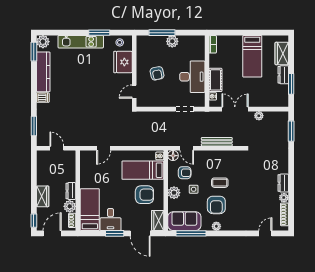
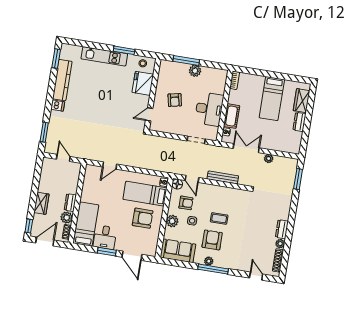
plant: (43, 42) -> (67, 50), removed
window: (291, 84) -> (306, 132), removed
armchair: (216, 205) -> (212, 240), turned 180
wardrobe: (158, 220) -> (151, 246), removed
window: (191, 233) -> (213, 269), moved
door: (265, 233) -> (256, 276), hinge flipped

